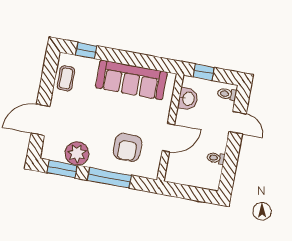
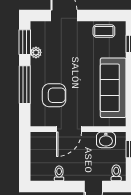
door: (168, 138) -> (69, 129), hinge flipped
armchair: (127, 147) -> (54, 95), turned 180
plant: (77, 153) -> (36, 52), width x0.53, depth x0.53

